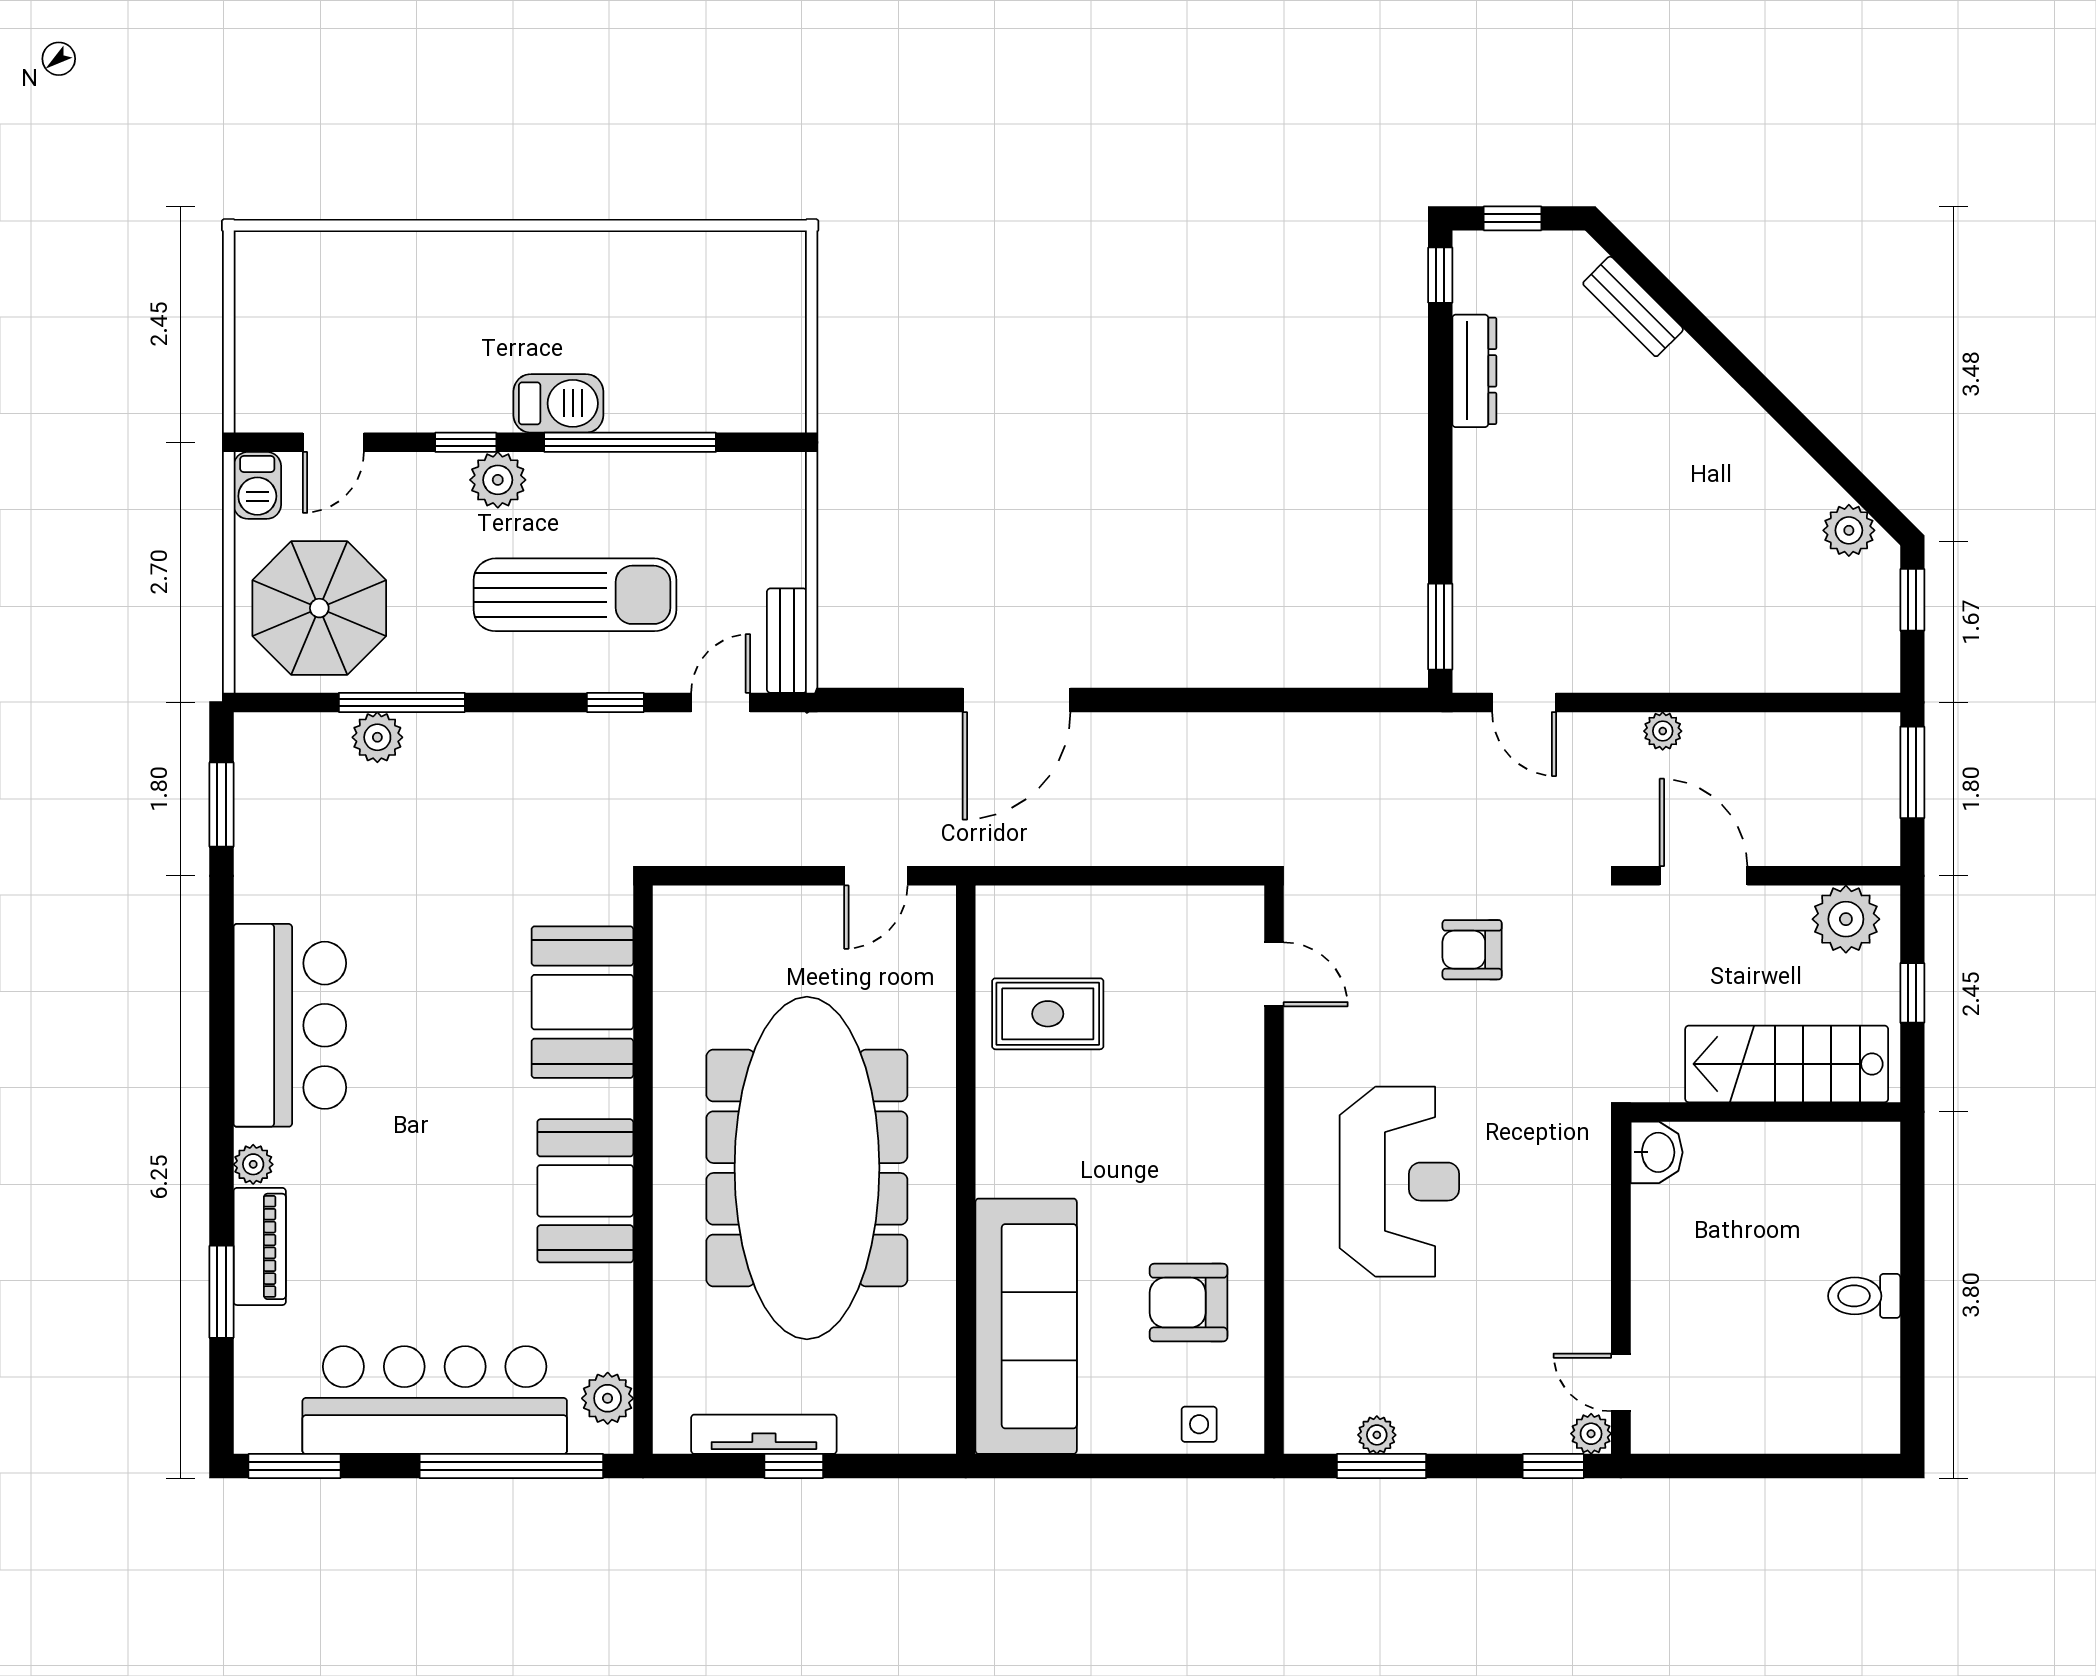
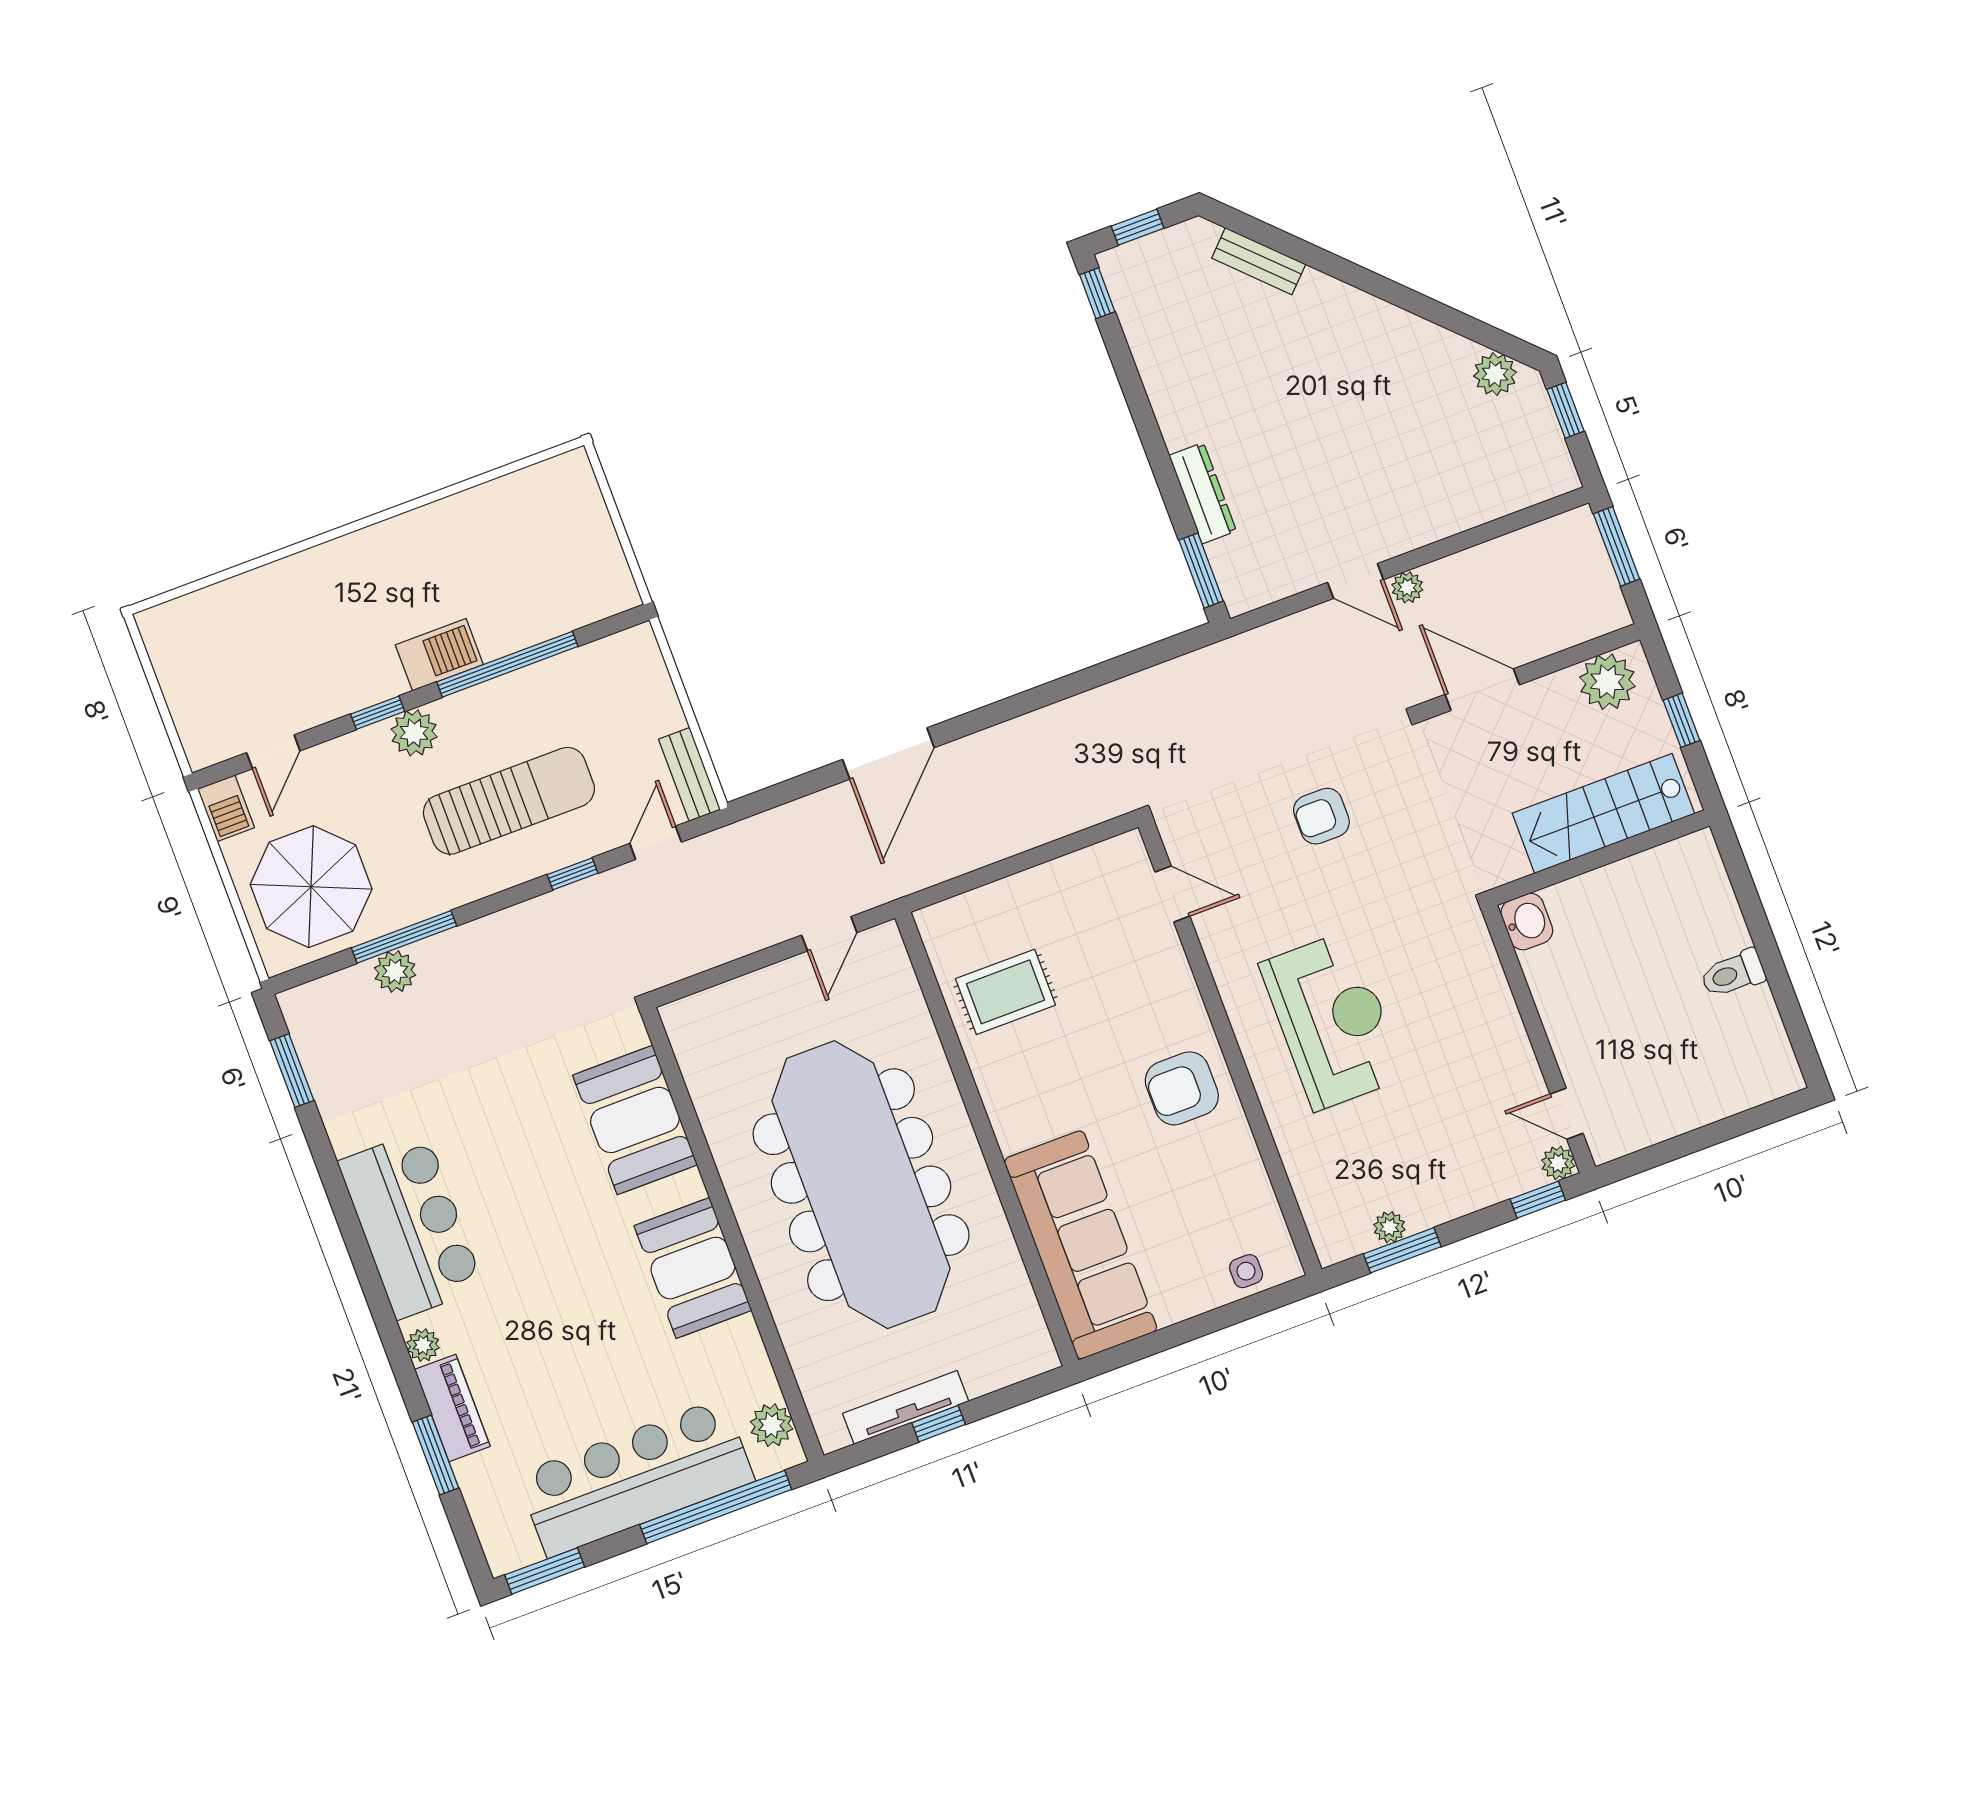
dresser: (1474, 371) -> (1203, 493), moved
door: (1524, 702) -> (1356, 581), moved
armchair: (1189, 1303) -> (1182, 1088), moved

